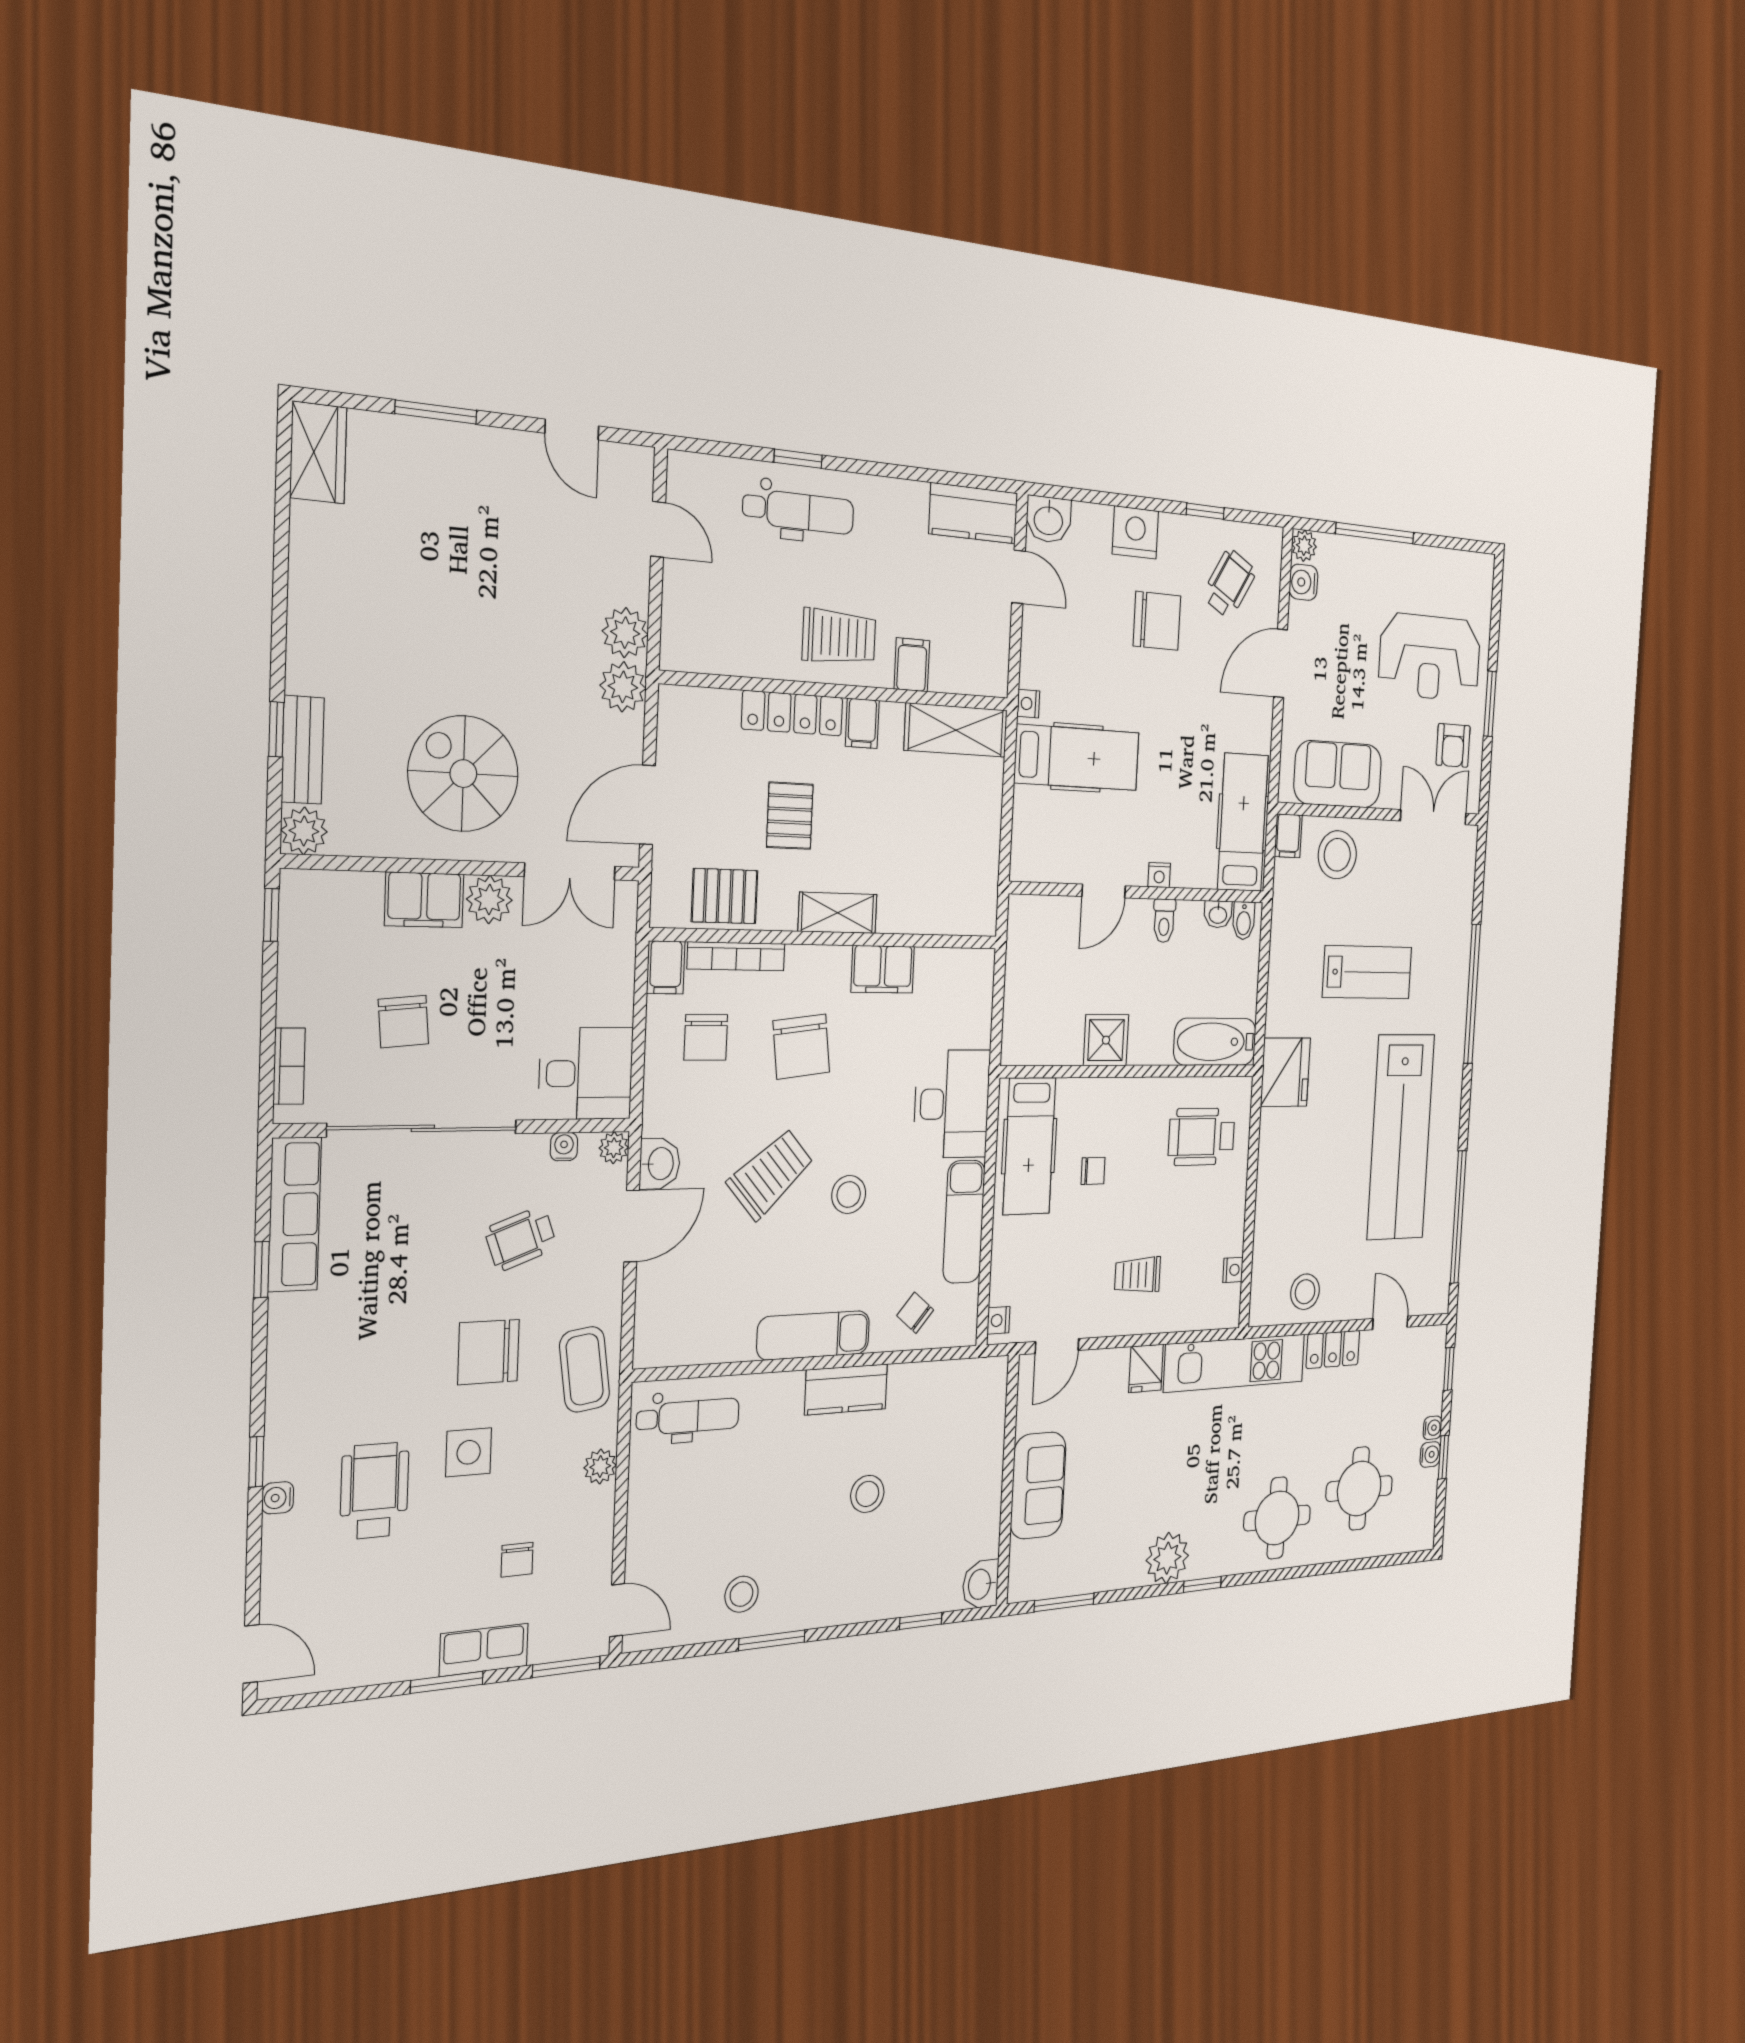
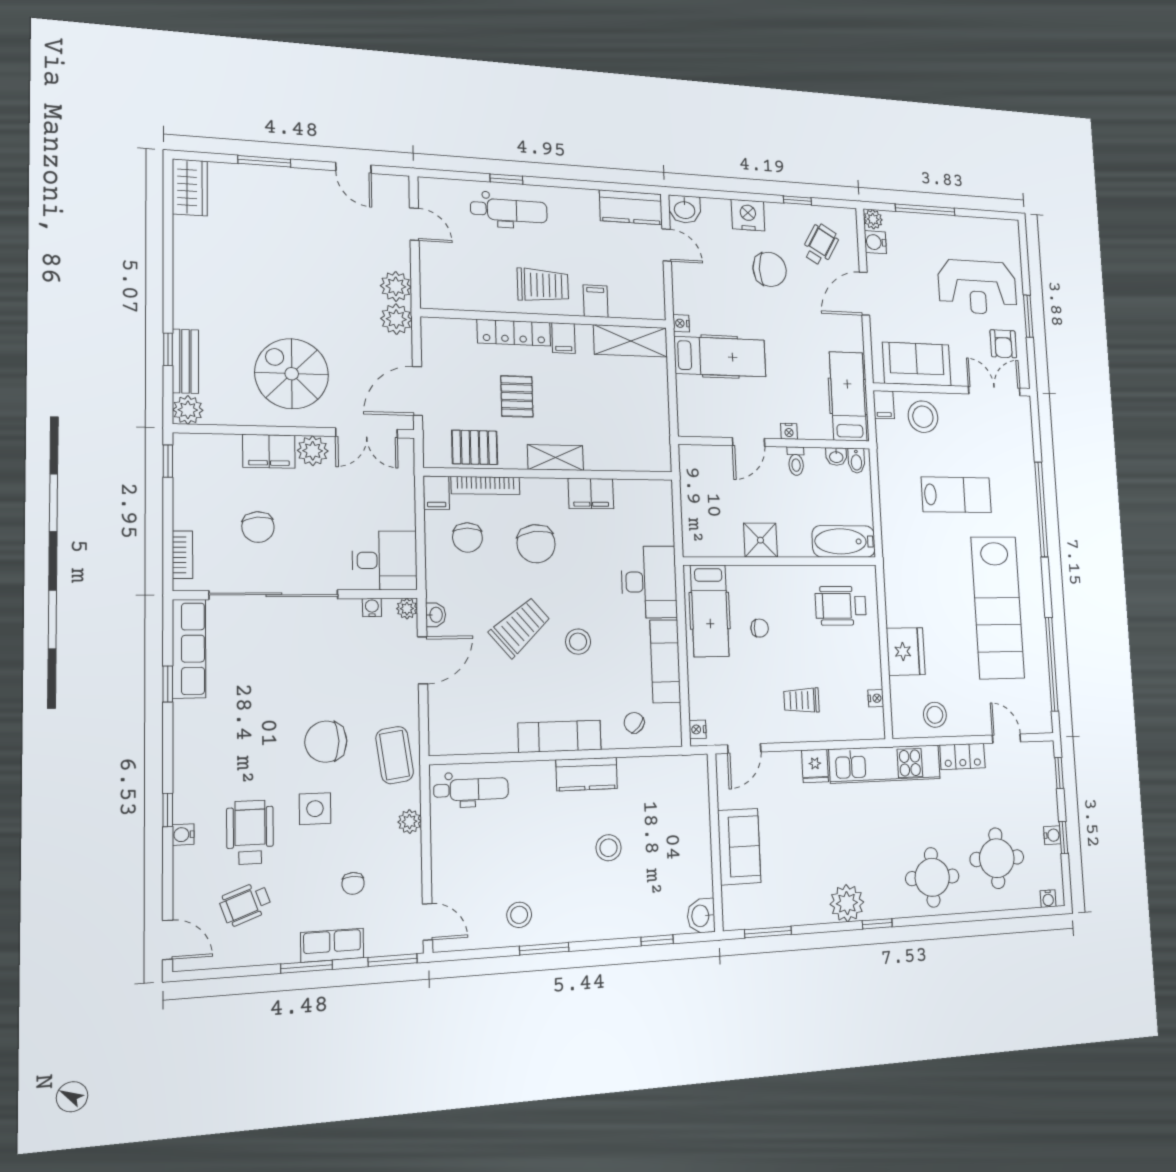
fridge: (1285, 1072) -> (906, 651), moved
washbasin: (660, 1164) -> (436, 615), width x0.72, depth x0.69
wheelchair: (521, 1239) -> (245, 904), moved
water cooler: (1433, 1428) -> (1048, 899), moved, turned 90

